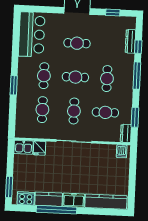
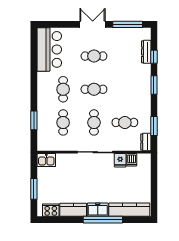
window: (113, 13) -> (128, 24), width x2.17
window: (137, 76) -> (154, 85), width x0.69
cafe table: (107, 79) -> (125, 89), removed
window: (14, 85) -> (34, 120), moved
fridge: (40, 148) -> (120, 160), moved
dishwasher: (122, 151) -> (132, 160), moved
window: (9, 187) -> (34, 189), moved
window: (57, 210) -> (103, 220), moved

